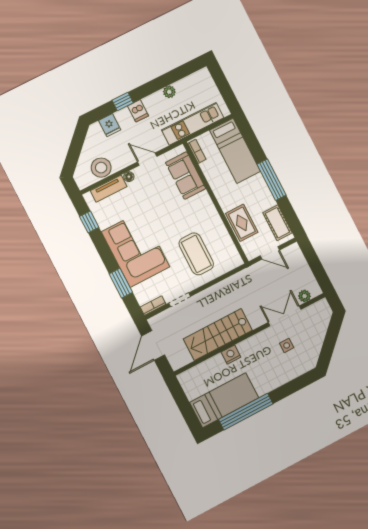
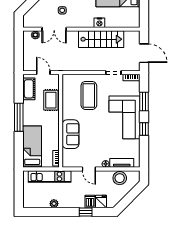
dishwasher: (138, 111) -> (90, 202), moved
sofa: (186, 176) -> (71, 134), moved
window: (89, 222) -> (144, 129), moved
door: (153, 345) -> (144, 53), hinge flipped

